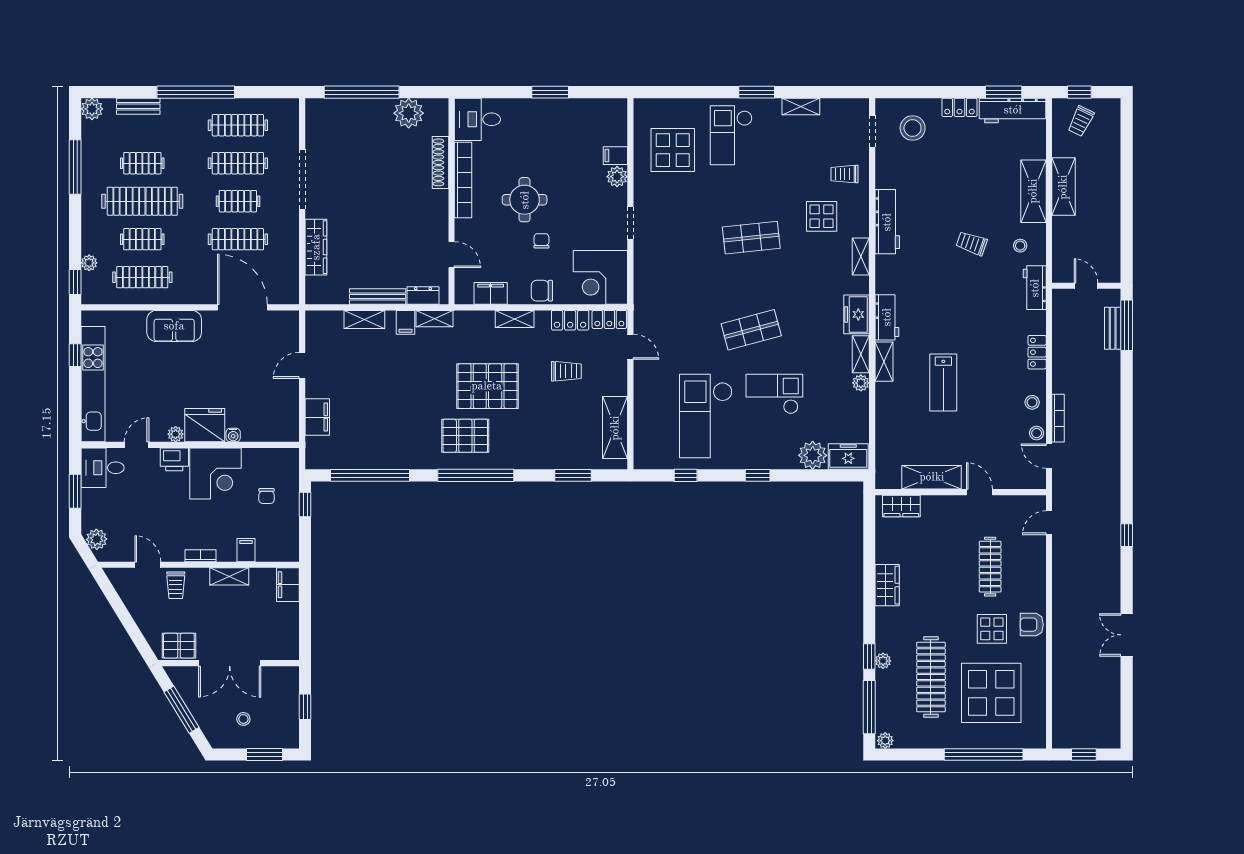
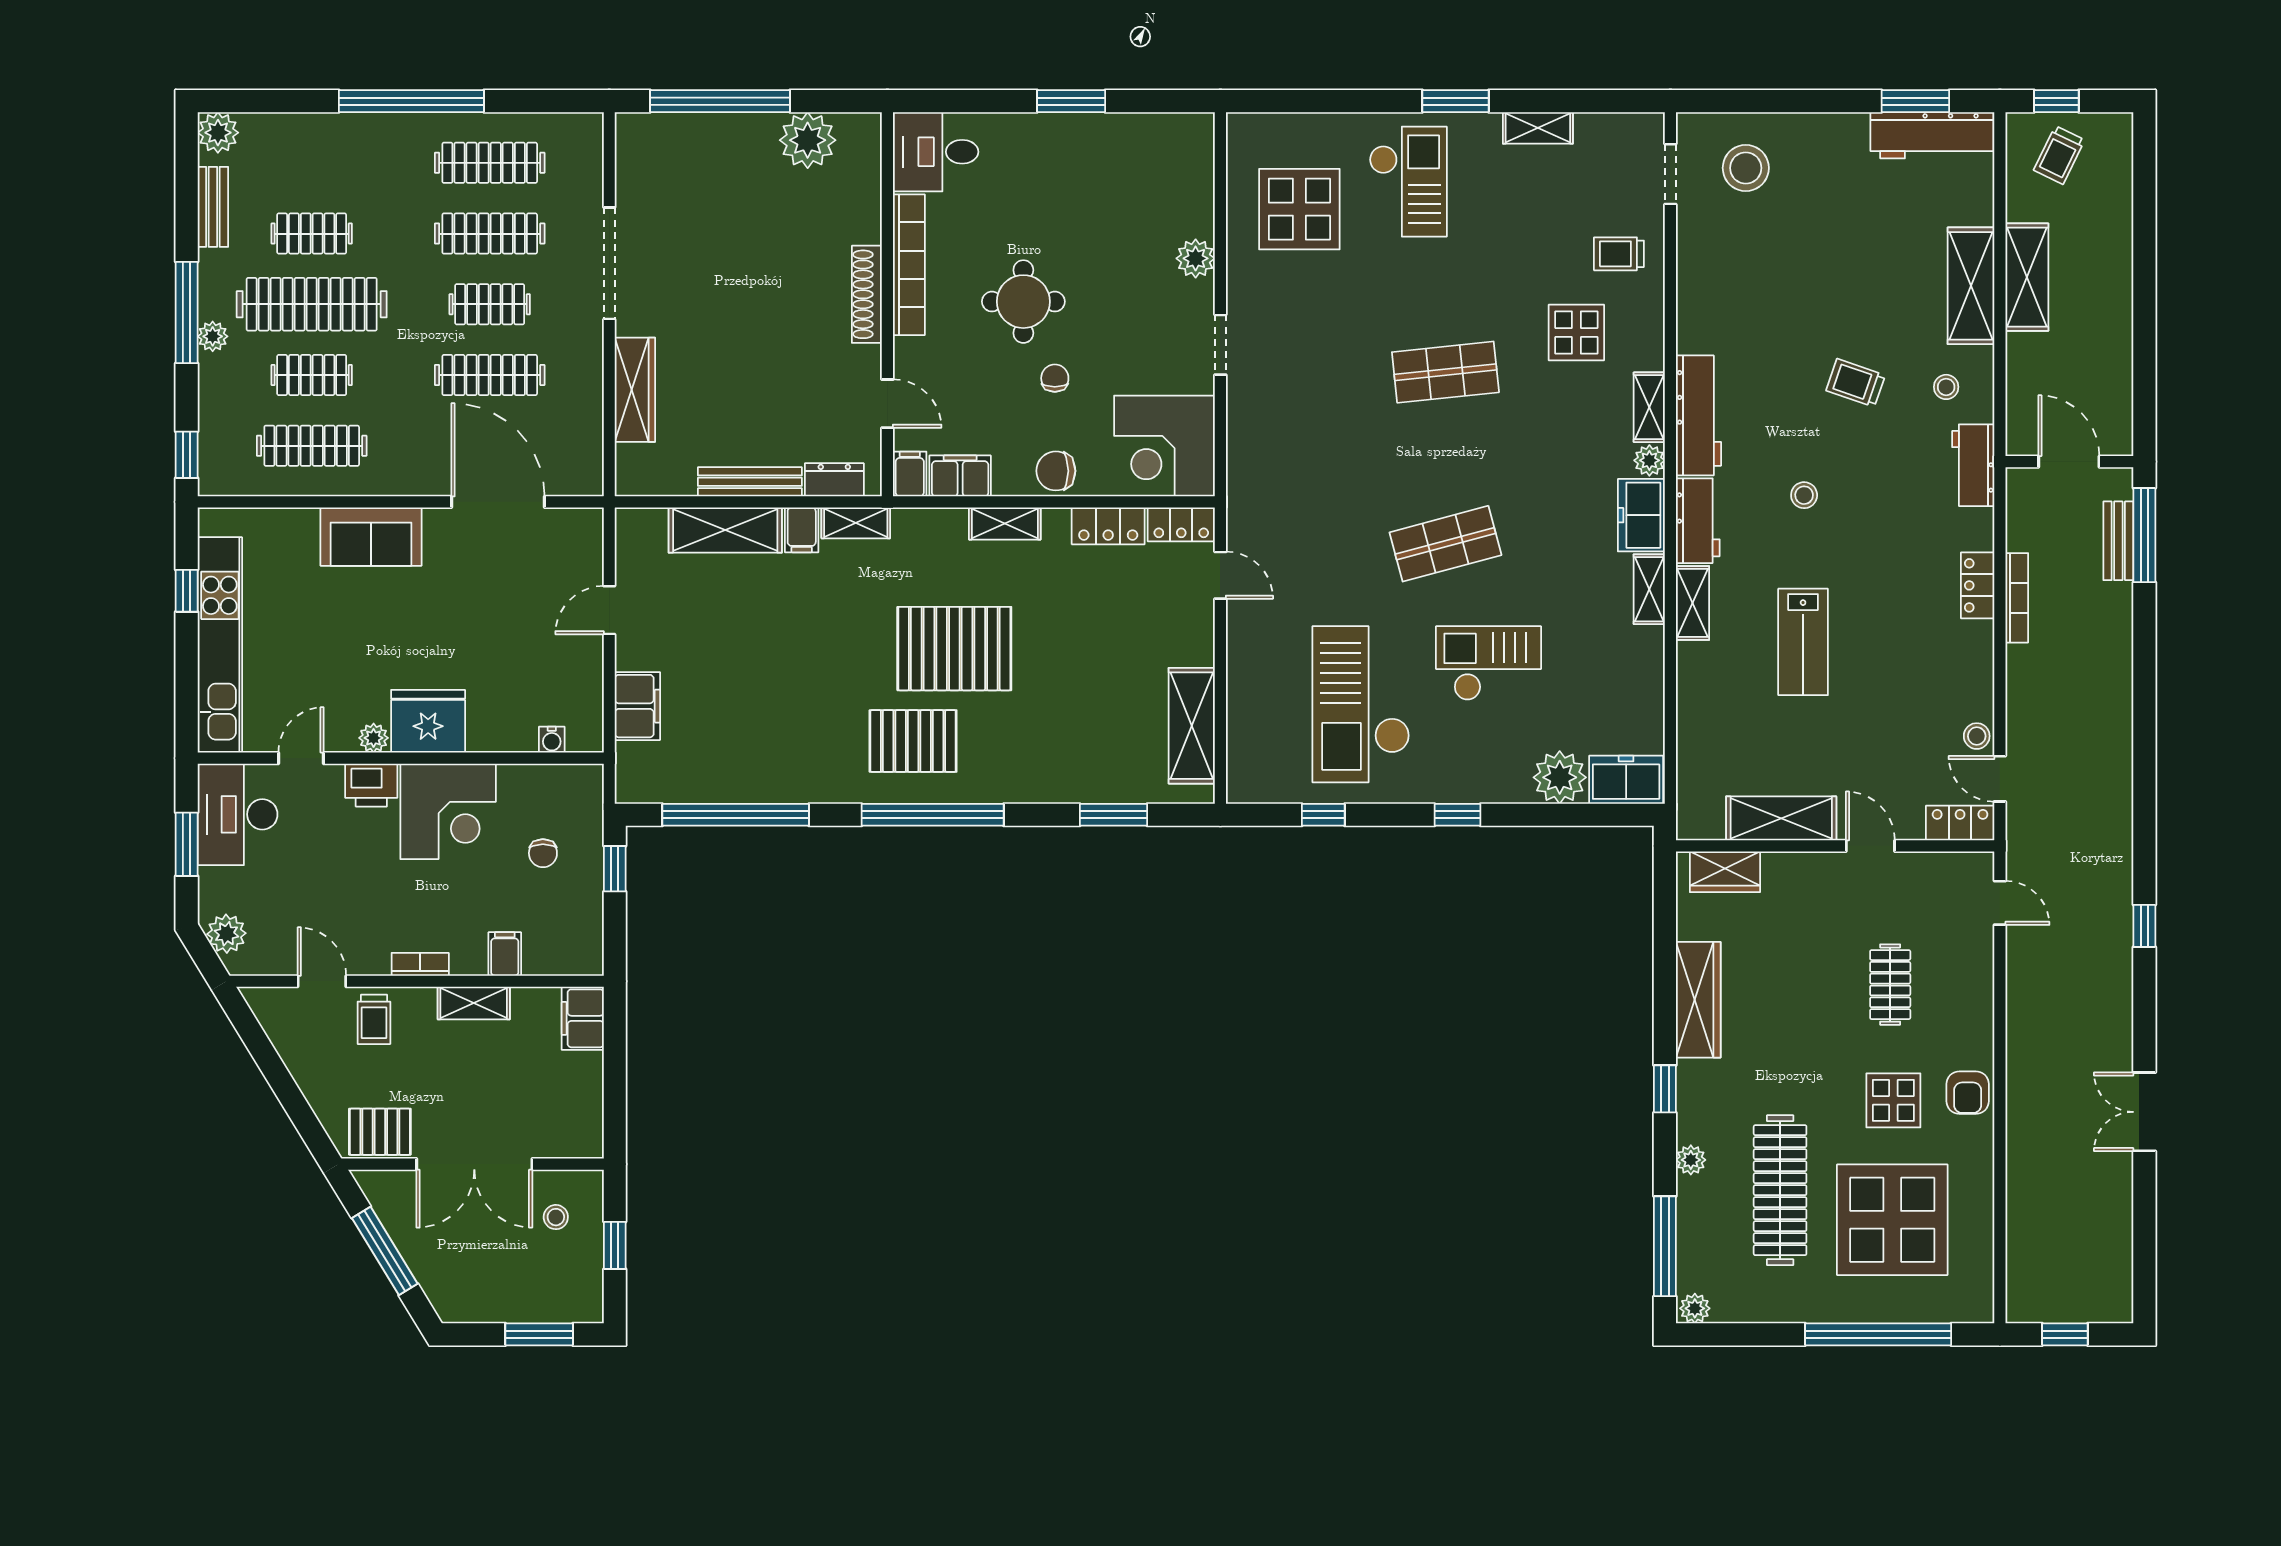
bench: (138, 106) -> (213, 207), moved, turned 90
locker: (959, 107) -> (1960, 823), moved, turned 180
checkout: (731, 135) -> (1408, 182), turned 180
filing cabinet: (615, 156) -> (910, 474), moved, turned 90
shoe rack: (440, 162) -> (867, 294), moved
window: (75, 167) -> (187, 313), moved
workbench: (887, 222) -> (1699, 415), moved
plant: (89, 263) -> (213, 336), moved
door: (1086, 286) -> (2069, 462), width x1.38
shelving: (364, 319) -> (725, 530), width x1.50, depth x1.33
trolley: (566, 371) -> (1101, 621), removed
plant: (861, 383) -> (1649, 460), moved
stool: (1032, 402) -> (1804, 495), moved
bookcase: (1058, 418) -> (2017, 598), moved
water cooler: (233, 435) -> (552, 740), moved
desk: (102, 468) -> (238, 814), width x1.37
door: (1049, 523) -> (2000, 903), swing flipped
clothes rail: (990, 567) -> (1890, 985), width x0.73
wardrobe: (887, 585) -> (1698, 1000), width x1.50
armchair: (1032, 625) -> (1968, 1093), turned -90
window: (869, 657) -> (1665, 1089), moved
stool: (243, 719) -> (556, 1217), moved

